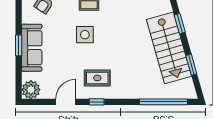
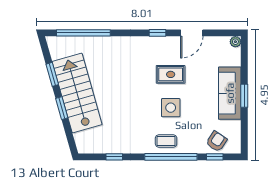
window: (180, 24) -> (62, 108), moved
rug: (97, 78) -> (171, 74), moved
plant: (31, 90) -> (235, 42), width x0.53, depth x0.53

